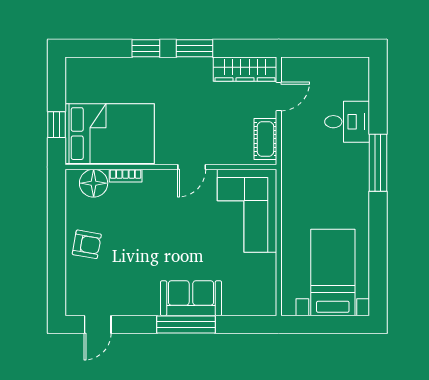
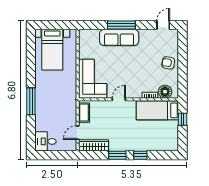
desk: (347, 122) -> (45, 141), moved
bed: (110, 134) -> (157, 110), width x0.67
sofa: (191, 298) -> (119, 37), width x1.36

